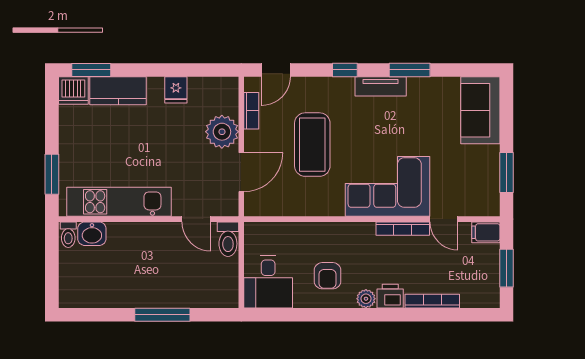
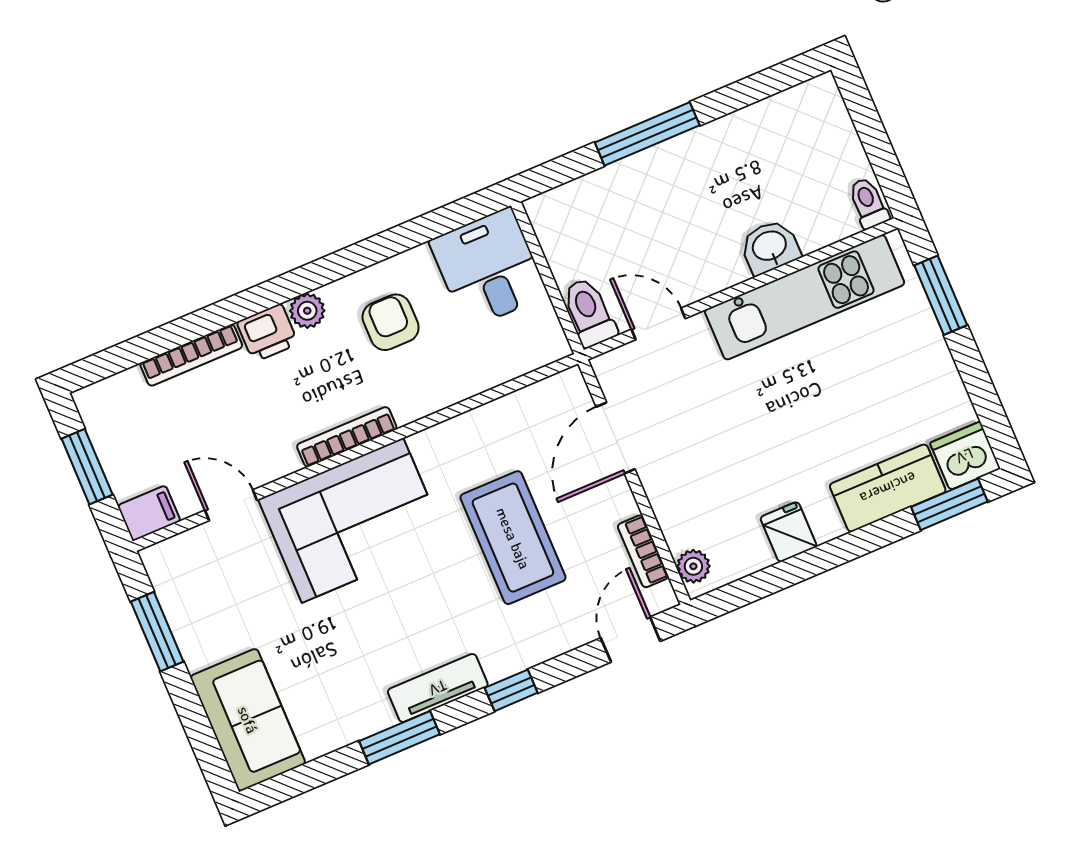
plant: (222, 132) -> (693, 566), moved, width x0.53, depth x0.53
bookcase: (403, 229) -> (347, 437), moved
washbasin: (92, 234) -> (770, 247), moved

